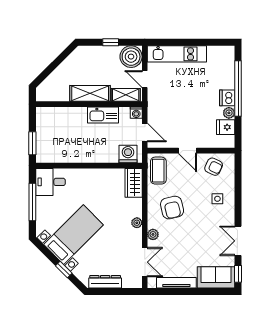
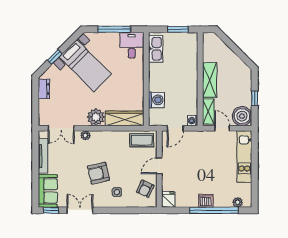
door: (145, 79) -> (222, 128), hinge flipped
plant: (229, 113) -> (238, 202), moved
kitchen sink: (103, 115) -> (156, 49), moved, turned 180
fridge: (226, 127) -> (168, 199), moved
window: (32, 143) -> (178, 29), moved
washing machine: (128, 154) -> (156, 100), moved
wardrobe: (134, 183) -> (125, 118), width x1.50
armchair: (172, 208) -> (98, 173), moved
plant: (137, 223) -> (96, 117), width x1.88, depth x1.88
dresser: (105, 282) -> (44, 89), width x0.70

